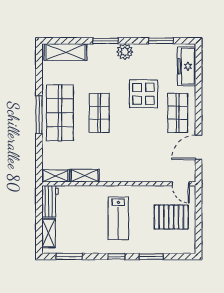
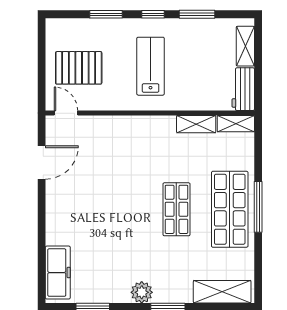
display table: (143, 94) -> (116, 235), removed
shop shelf: (178, 113) -> (70, 209), removed
window: (69, 257) -> (197, 14), moved

